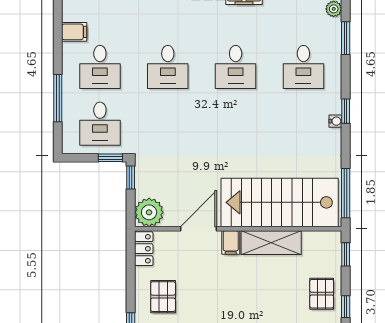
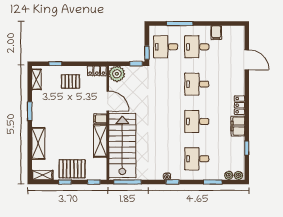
pallet: (322, 294) -> (72, 169), width x1.50, depth x1.42

